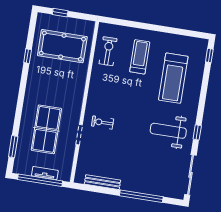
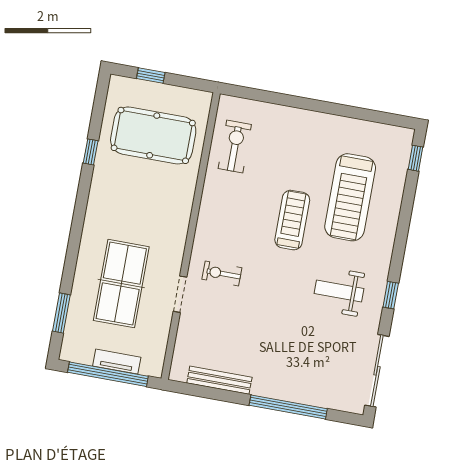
treadmill: (140, 57) -> (292, 220), moved
weight bench: (168, 131) -> (339, 291), width x0.73, depth x0.75

